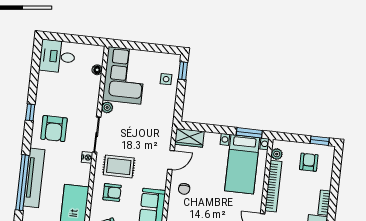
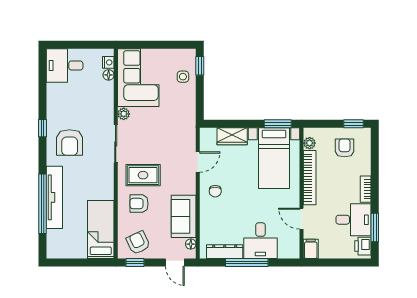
wardrobe: (189, 138) -> (232, 136), moved
nightstand: (87, 157) -> (108, 62), moved
armchair: (112, 192) -> (139, 204), turned 180

